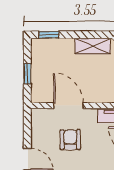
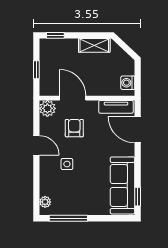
plant: (40, 117) -> (47, 108), added

